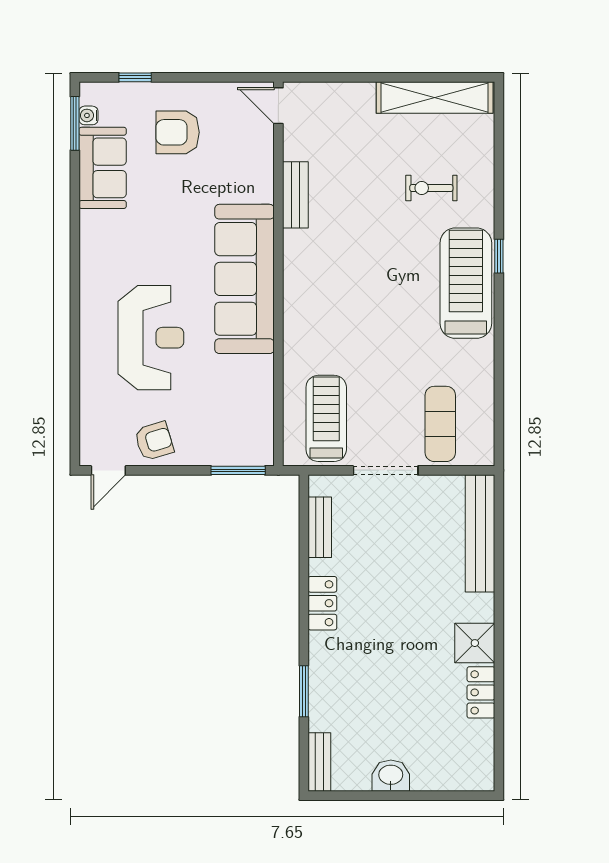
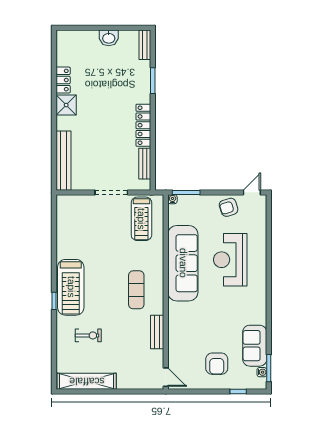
armchair: (178, 132) -> (217, 364), turned 90
sofa: (244, 279) -> (183, 263), moved
exercise mat: (440, 424) -> (136, 290), moved
water cooler: (265, 457) -> (172, 199), added
locker: (322, 603) -> (143, 125), width x1.53

